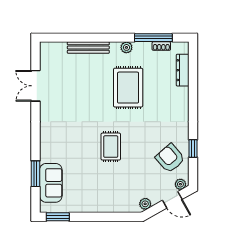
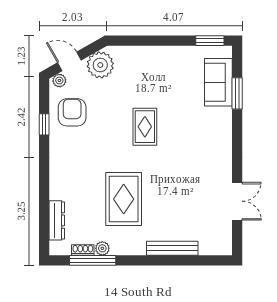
plant: (126, 47) -> (102, 248), moved
armchair: (170, 158) -> (72, 112), turned -139
plant: (145, 204) -> (100, 65), width x1.88, depth x1.88

